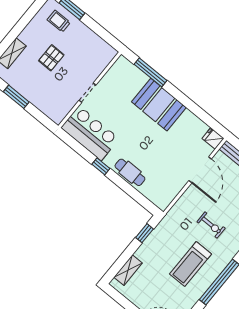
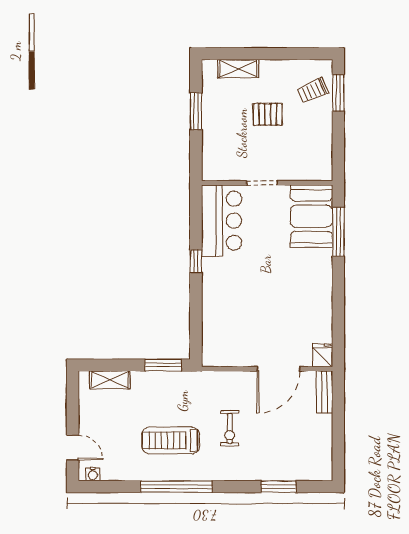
trolley: (59, 21) -> (313, 90), turned -114
booth: (159, 105) -> (312, 216), moved
cafe table: (130, 172) -> (215, 297), removed
window: (144, 233) -> (163, 365), width x1.50

